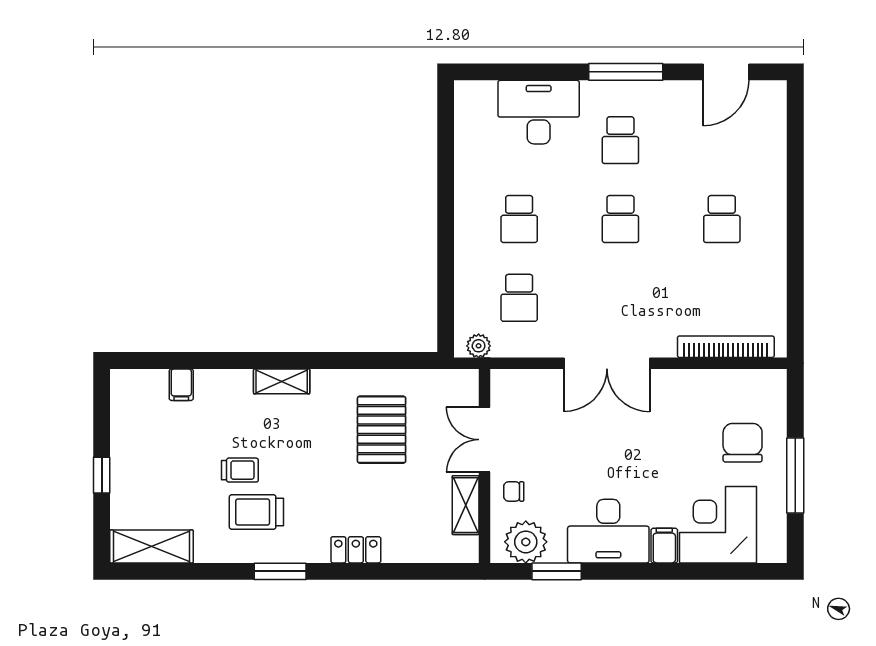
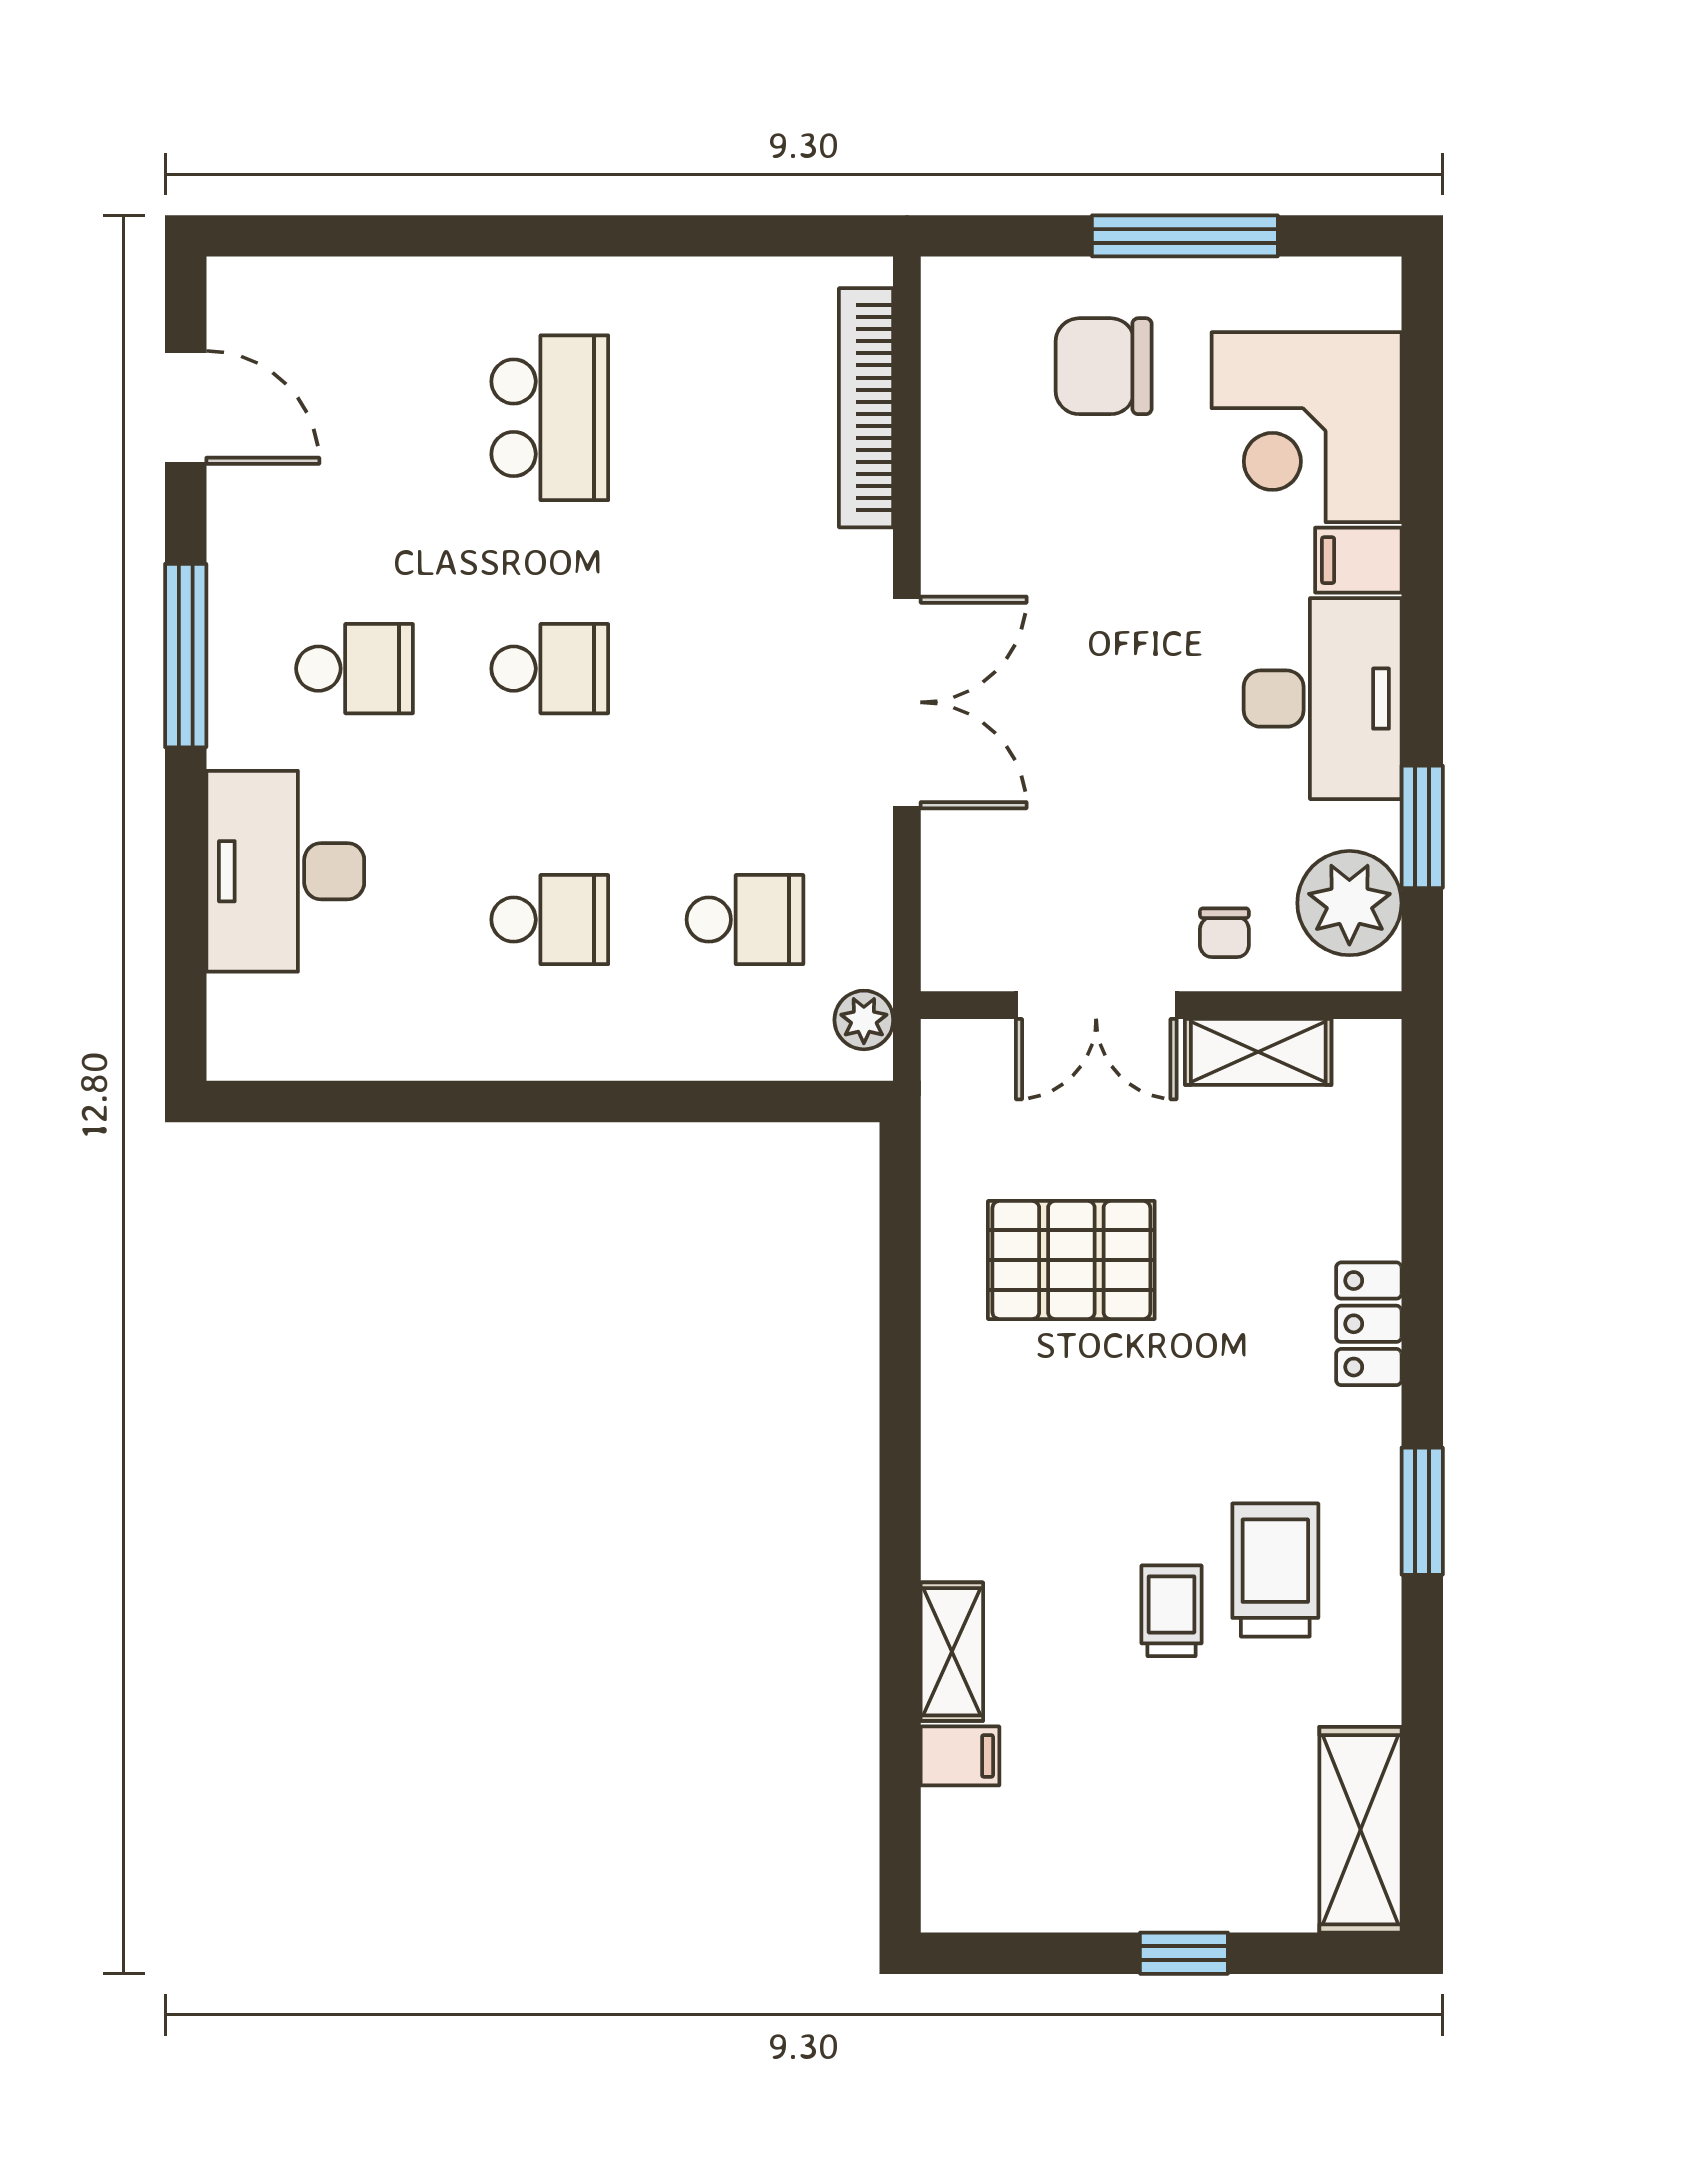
school desk: (722, 219) -> (550, 418), width x1.85
shelving: (282, 381) -> (952, 1652), moved
trolley: (256, 512) -> (1275, 1570), turned 180

